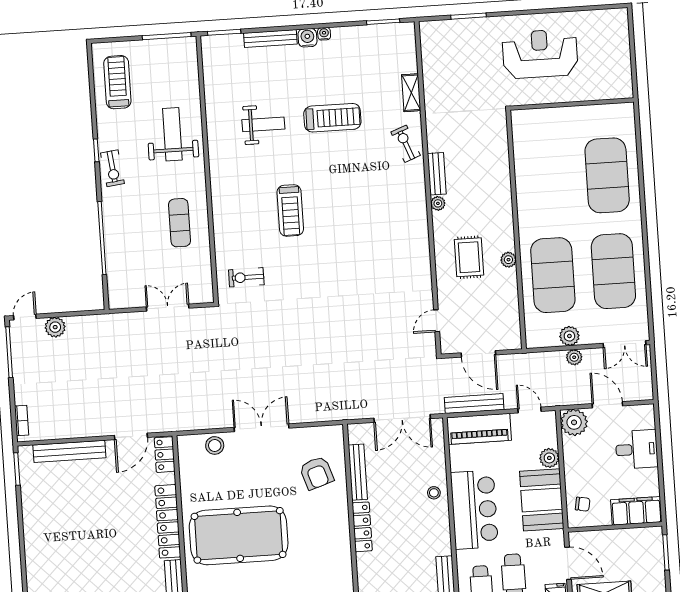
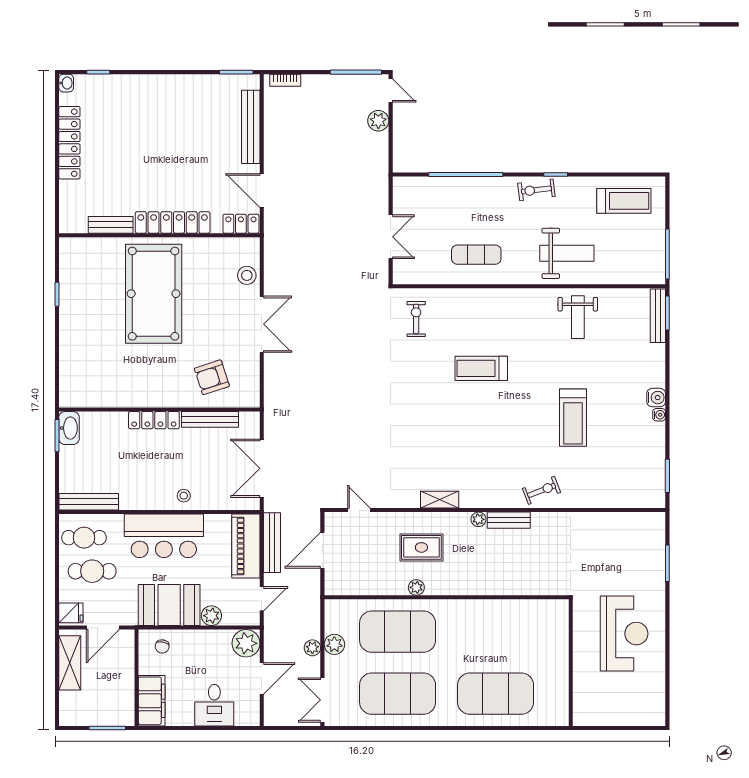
bench: (270, 38) -> (658, 316), moved
shelving: (411, 93) -> (440, 500), moved
weight bench: (263, 124) -> (578, 317), moved

